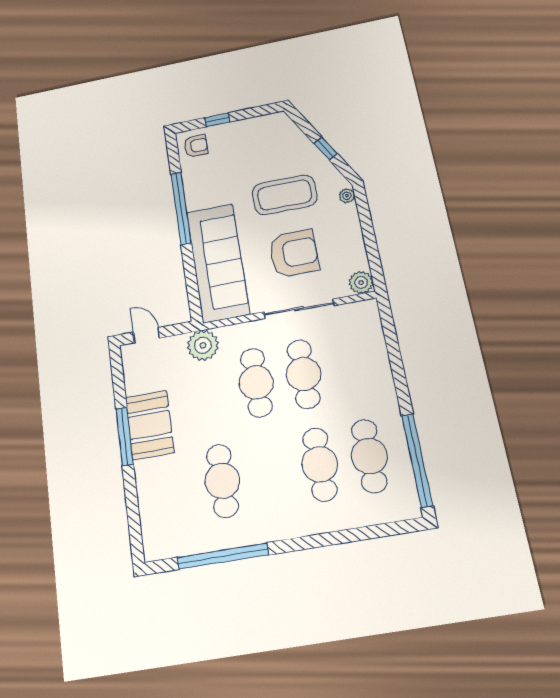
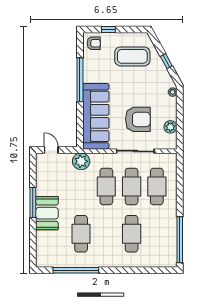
coffee table: (285, 195) -> (132, 56), moved
plant: (361, 282) -> (170, 127), moved
booth: (150, 425) -> (47, 213), moved
cafe table: (369, 456) -> (157, 186), moved

